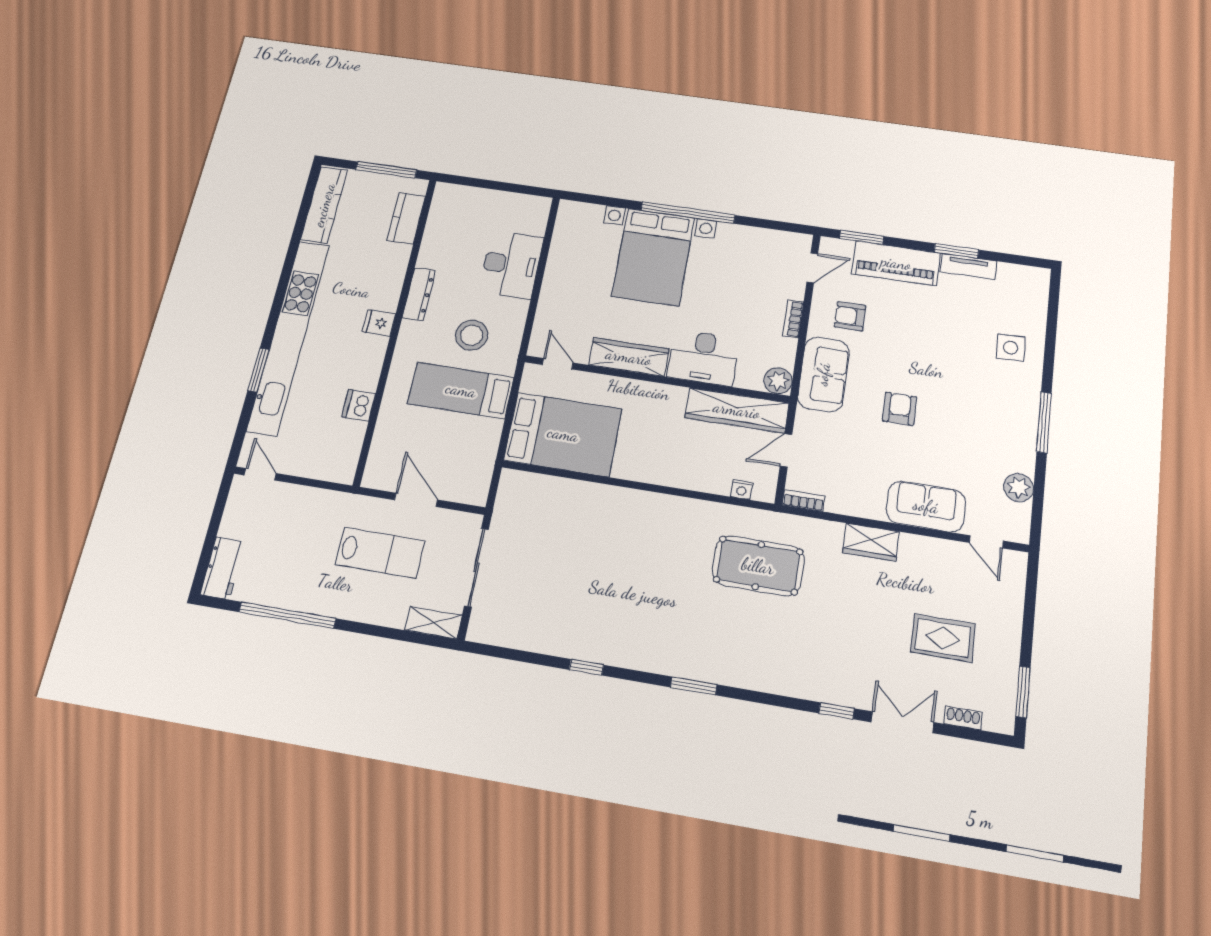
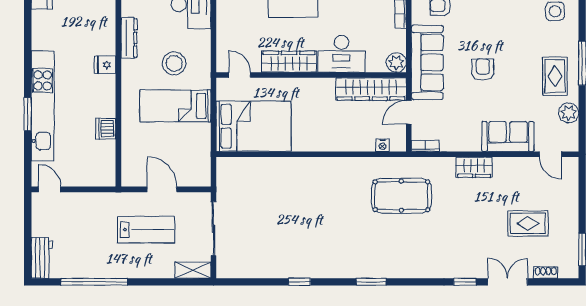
kitchen unit: (289, 337) -> (43, 106), width x0.73
sofa: (823, 374) -> (427, 62), width x1.36
rug: (1003, 434) -> (555, 76), added

